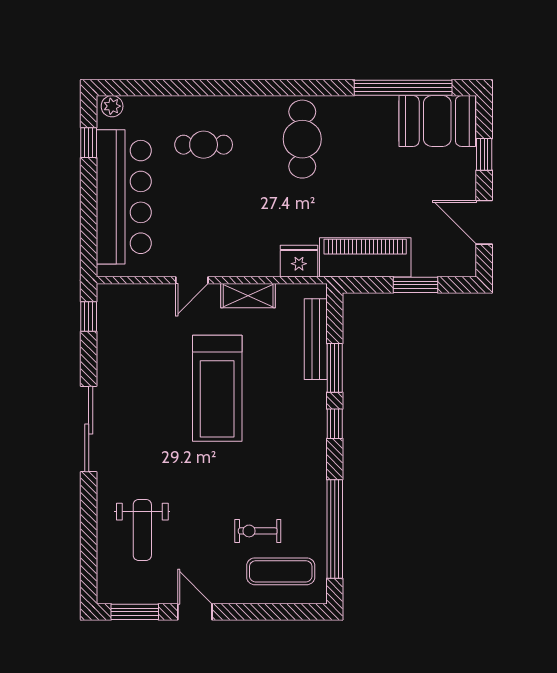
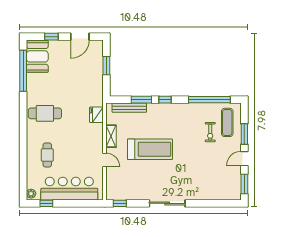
piano: (365, 257) -> (95, 87), removed
weight bench: (142, 530) -> (210, 181), removed
window: (253, 612) -> (244, 134), added

